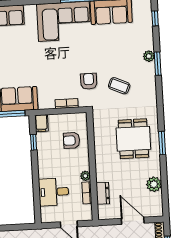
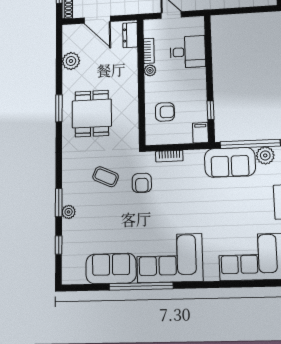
window: (155, 18) -> (59, 245), moved
dresser: (103, 193) -> (130, 35), moved

